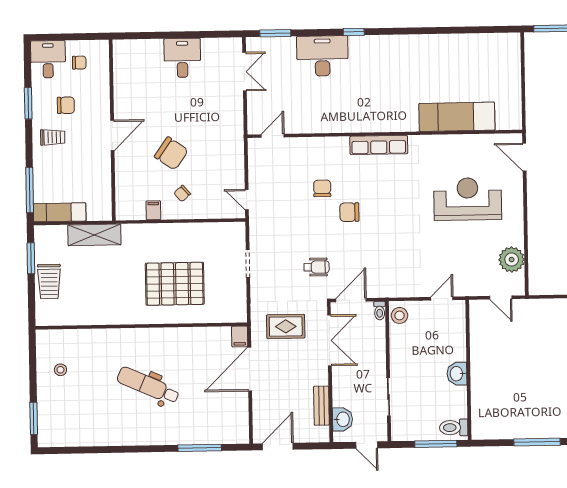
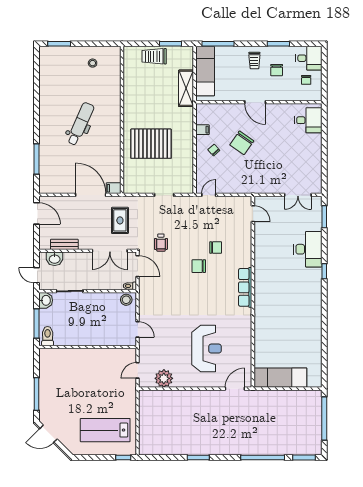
desk: (182, 58) -> (308, 120), moved
exam couch: (457, 117) -> (280, 378), moved, turned -90
exam couch: (60, 212) -> (205, 71), width x1.36, depth x1.45
chair: (349, 212) -> (199, 266), turned -90
pallet: (175, 284) -> (151, 144), turned 90
washbasin: (457, 374) -> (46, 300), moved, turned 90
door: (367, 445) -> (36, 275), hinge flipped

